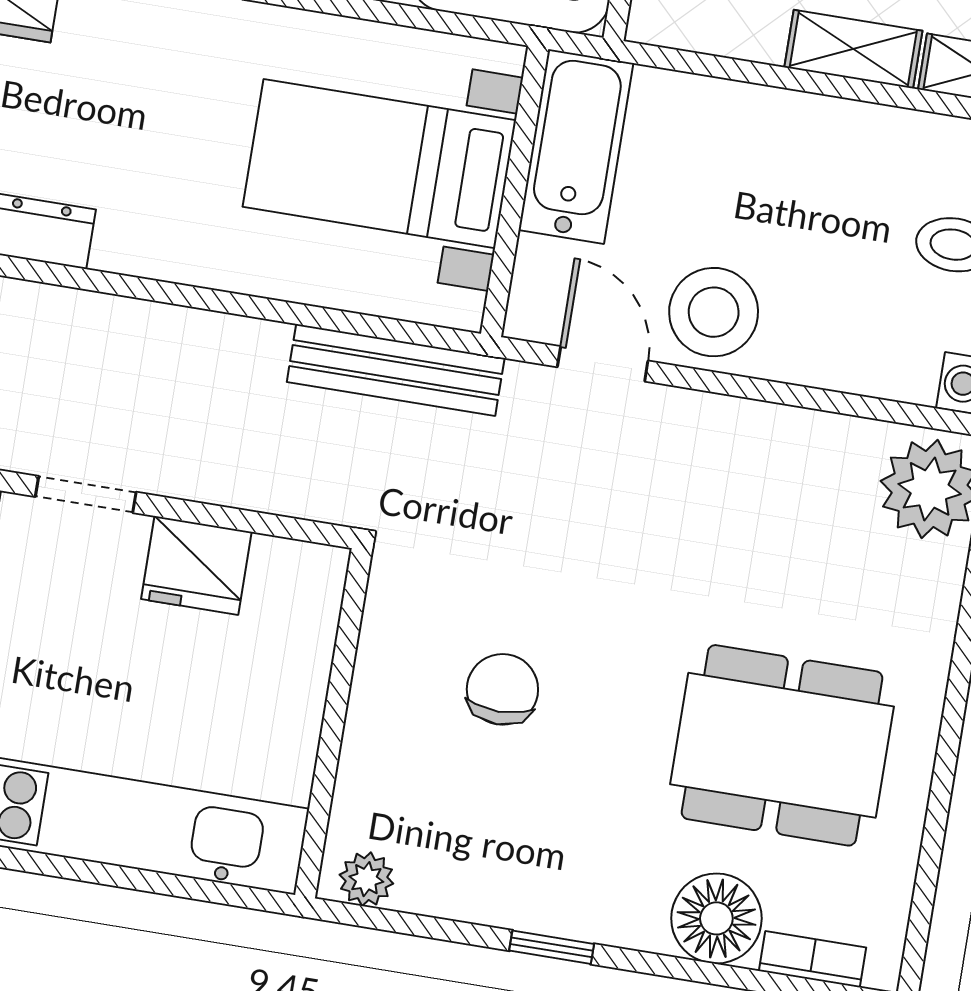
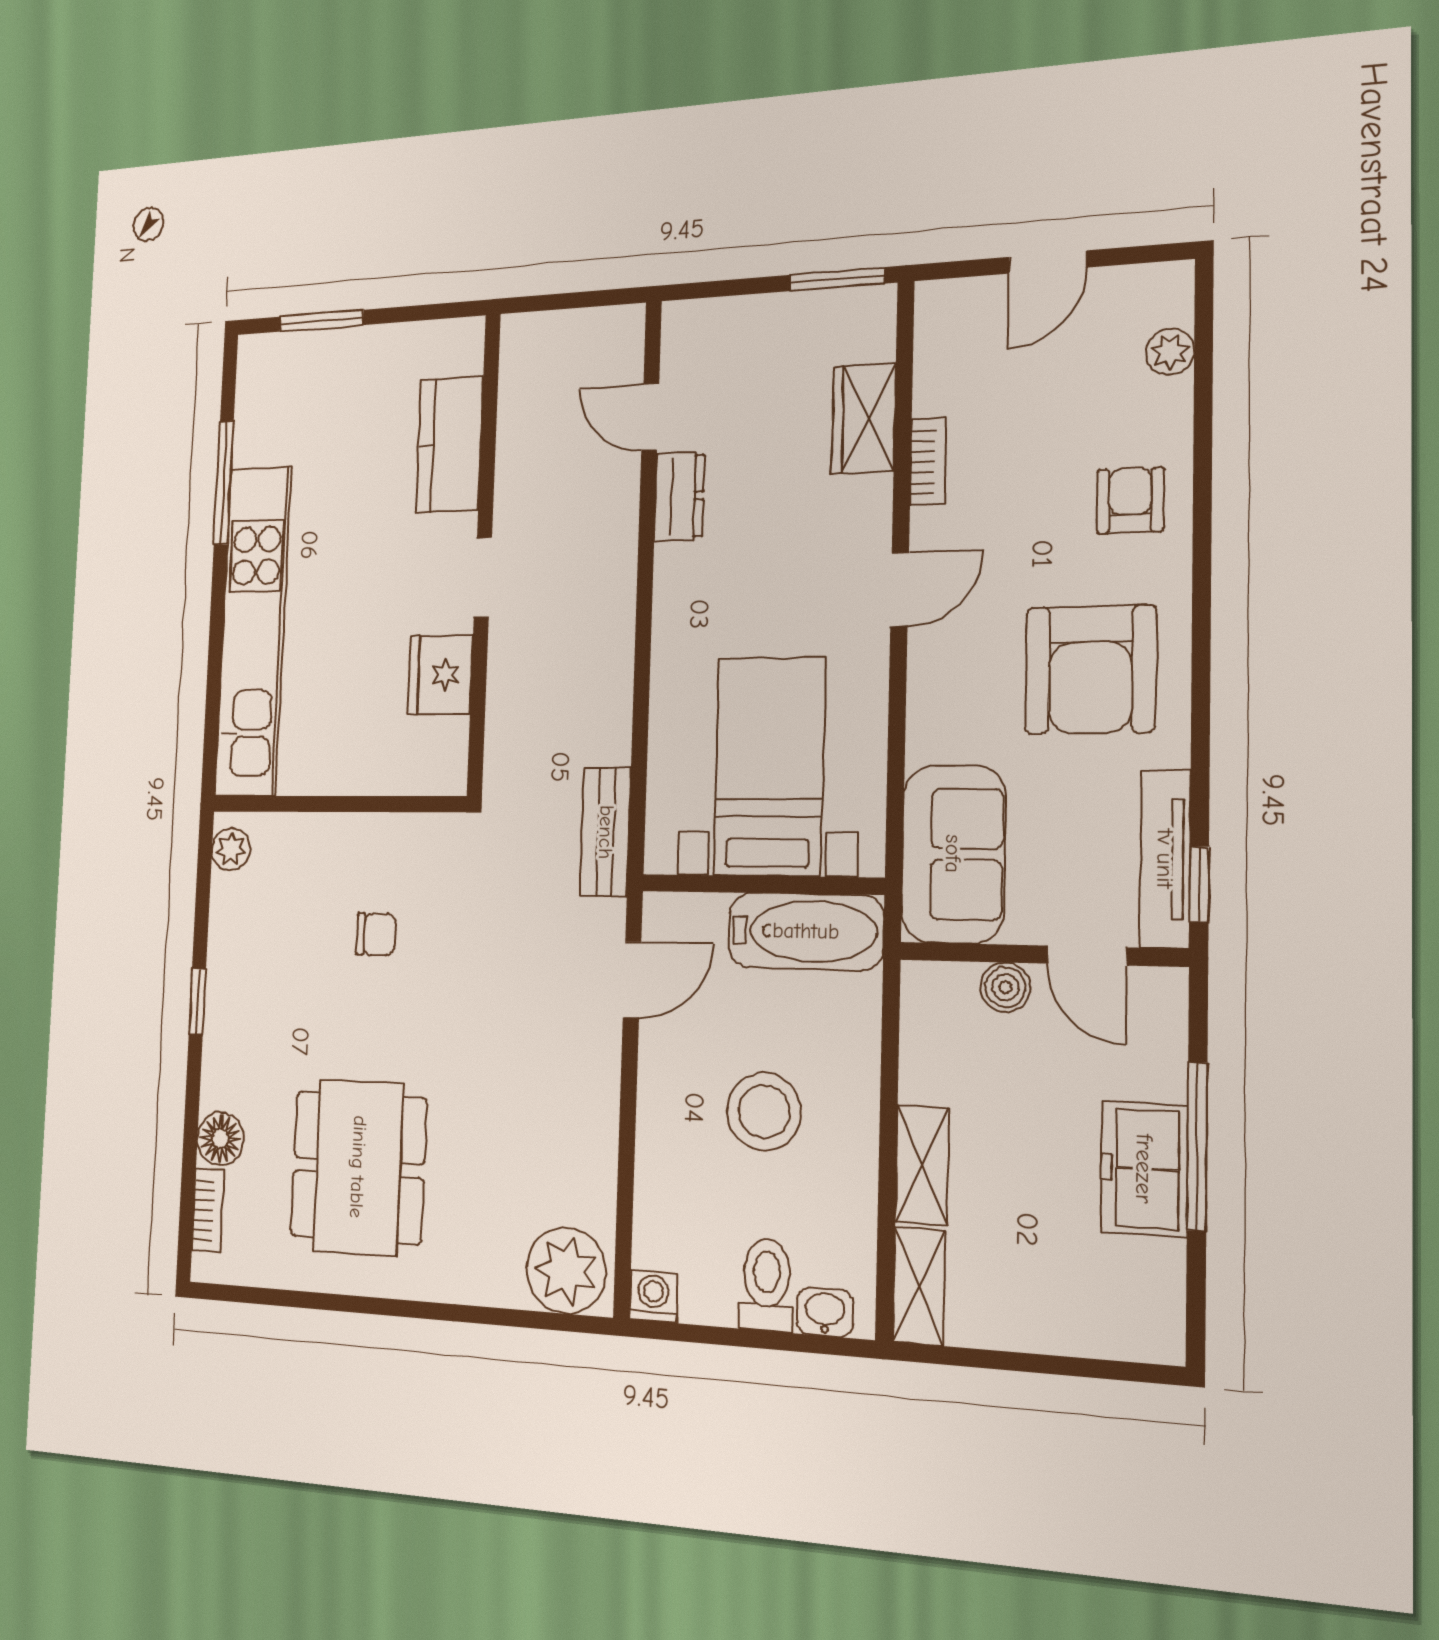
stool: (714, 312) -> (764, 1111), moved
bench: (396, 370) -> (606, 832), width x0.73
chair: (502, 689) -> (376, 934), width x0.73, depth x0.73
floor lamp: (716, 918) -> (220, 1139), width x0.73, depth x0.73

